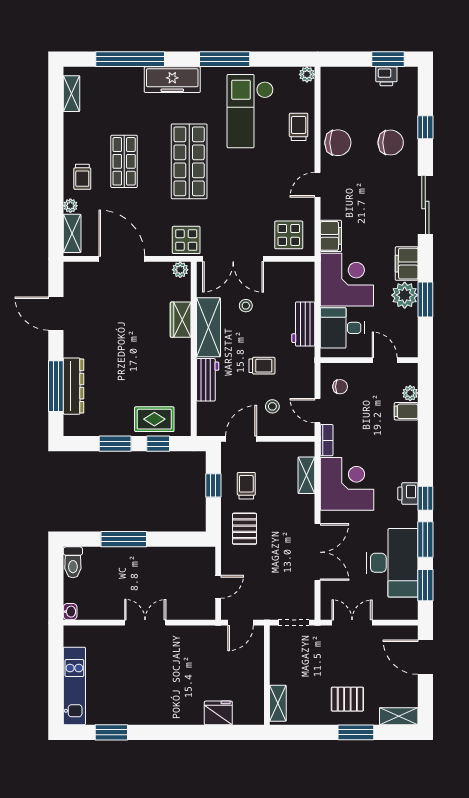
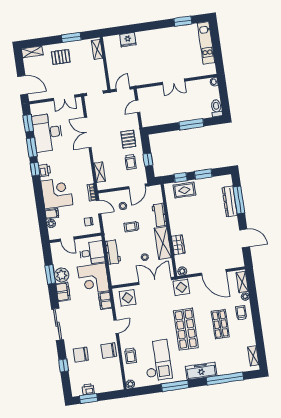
corner desk: (347, 484) -> (57, 193), moved, turned 180
window: (356, 732) -> (71, 37), moved

